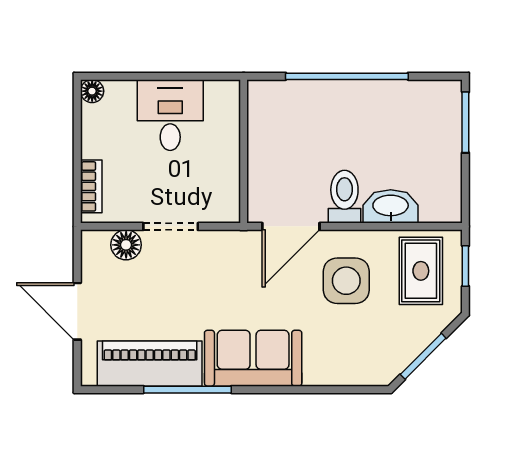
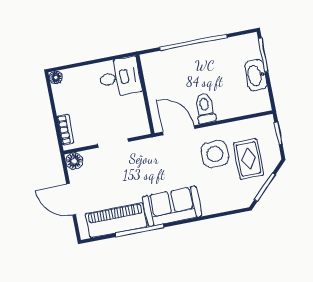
desk: (170, 115) -> (120, 77), moved, turned 90
washbasin: (391, 206) -> (256, 75), moved, turned -90
door: (291, 226) -> (179, 130), swing flipped
floor lamp: (126, 245) -> (74, 161), moved
rug: (421, 271) -> (248, 159), moved

